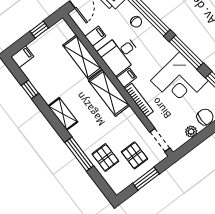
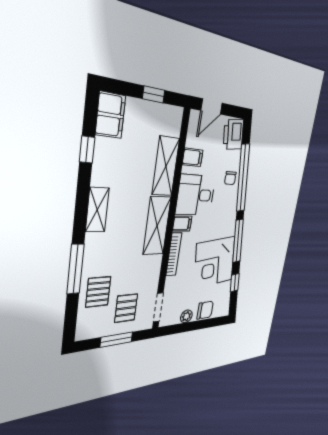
filing cabinet: (22, 57) -> (111, 115), width x2.00

